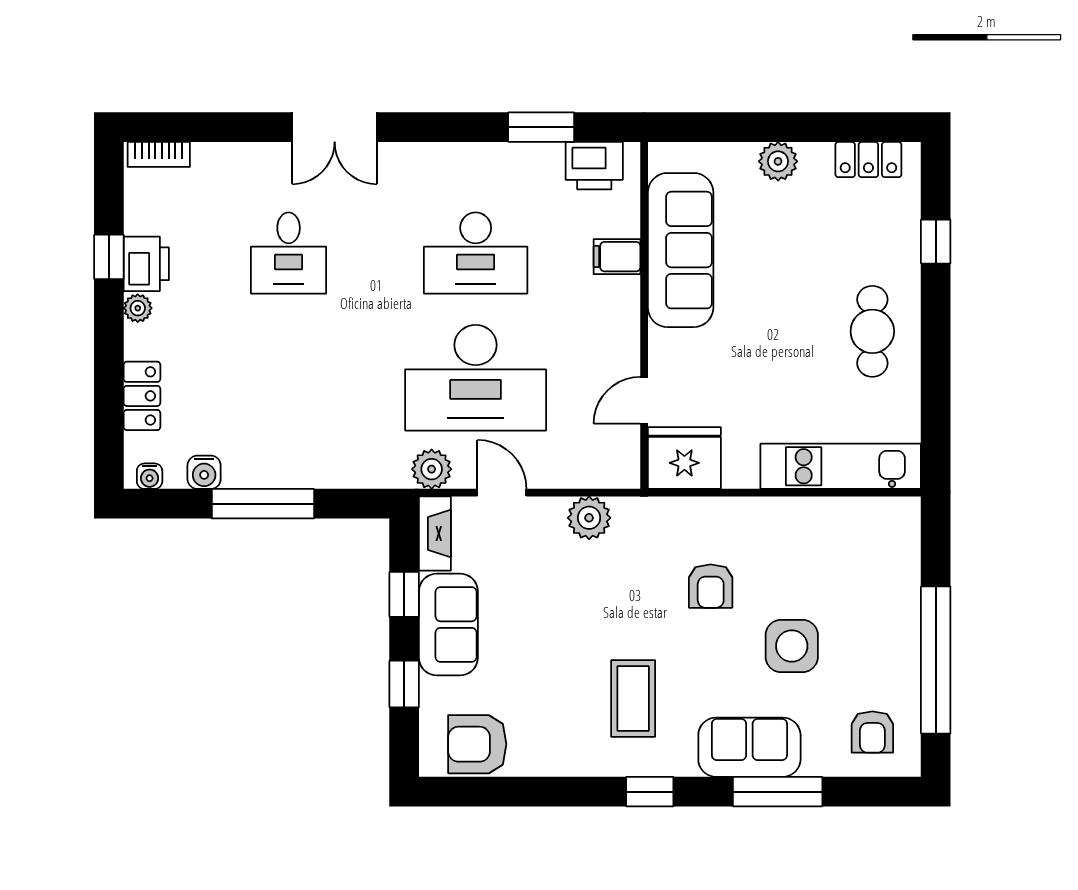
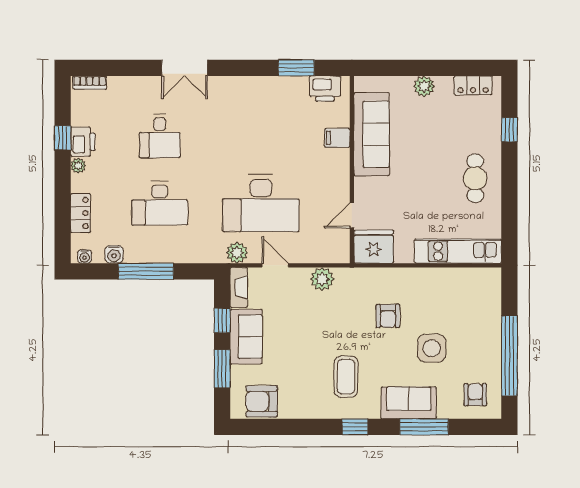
desk: (476, 253) -> (160, 203), moved
window: (404, 684) -> (222, 369), width x1.50
armchair: (872, 732) -> (475, 395), turned 180

